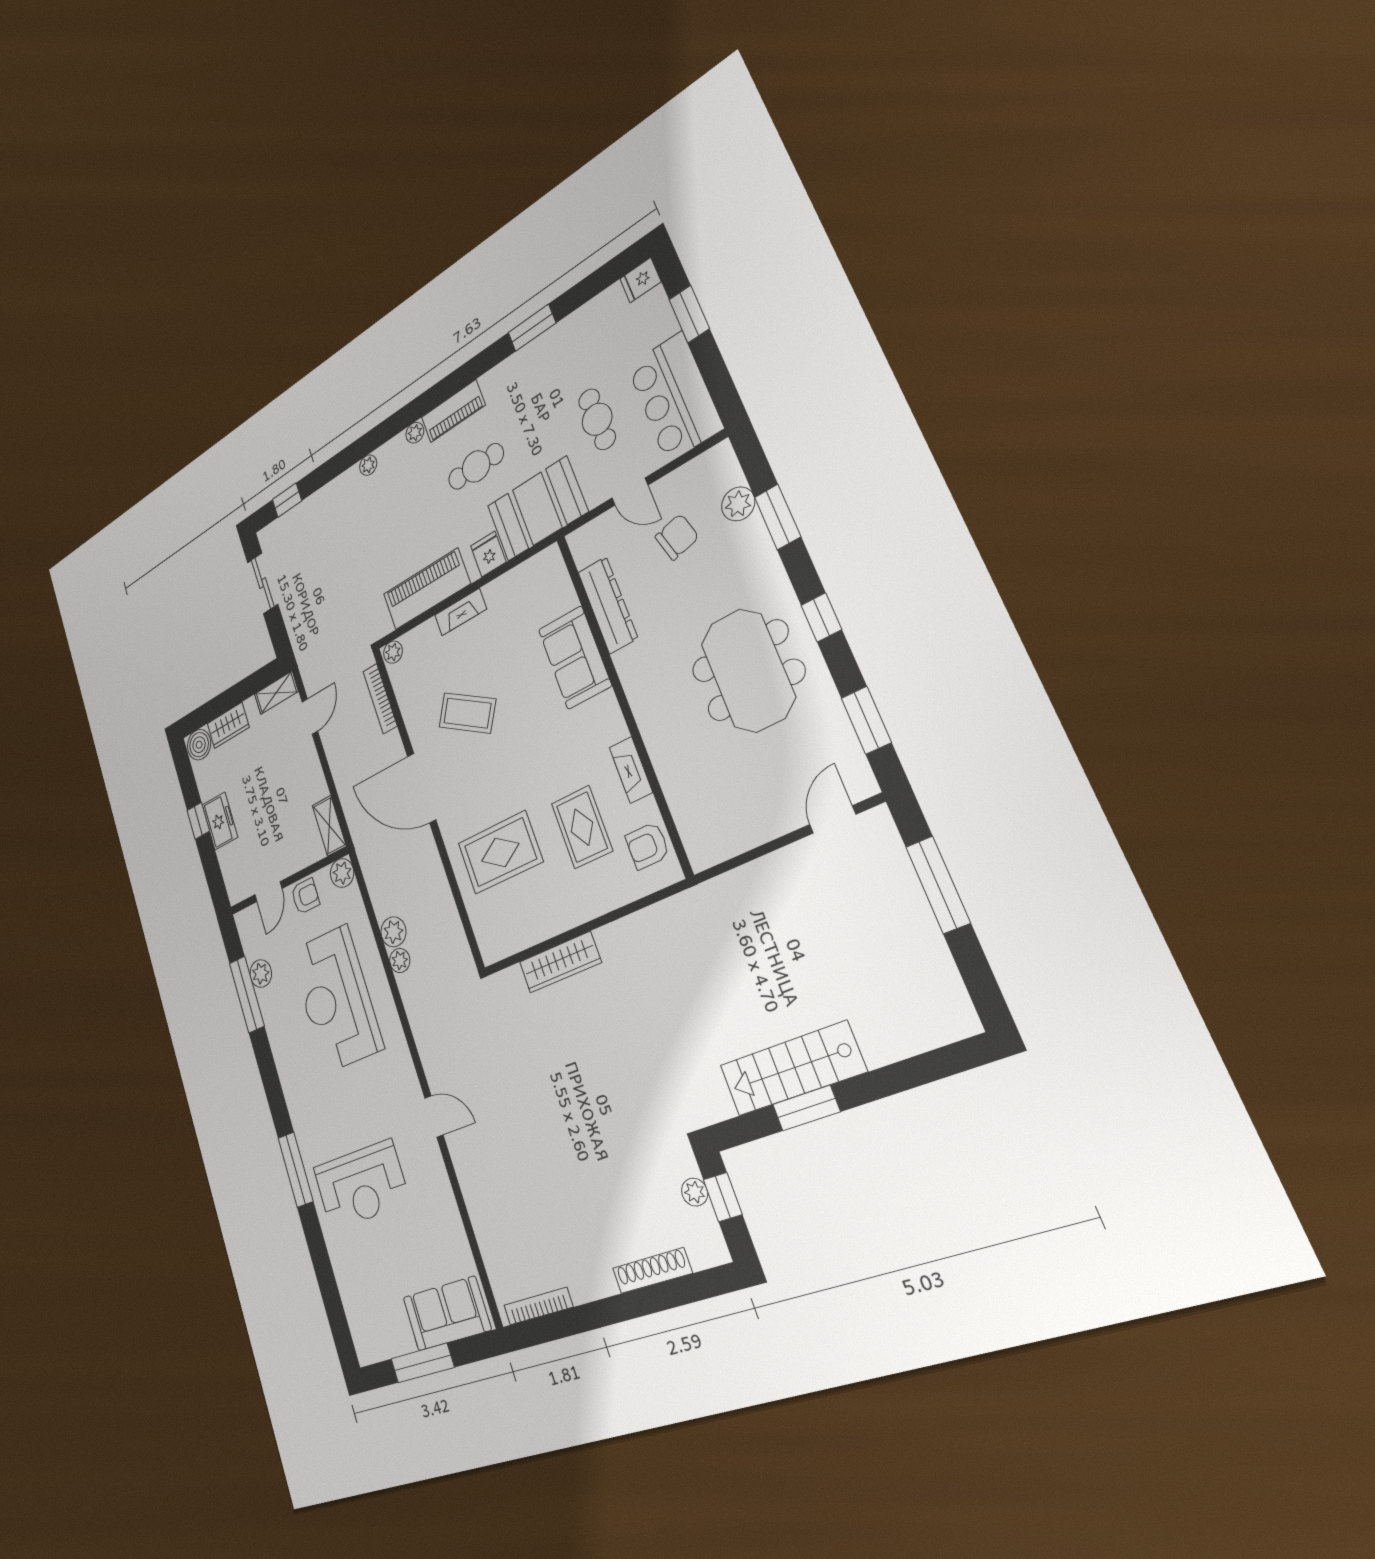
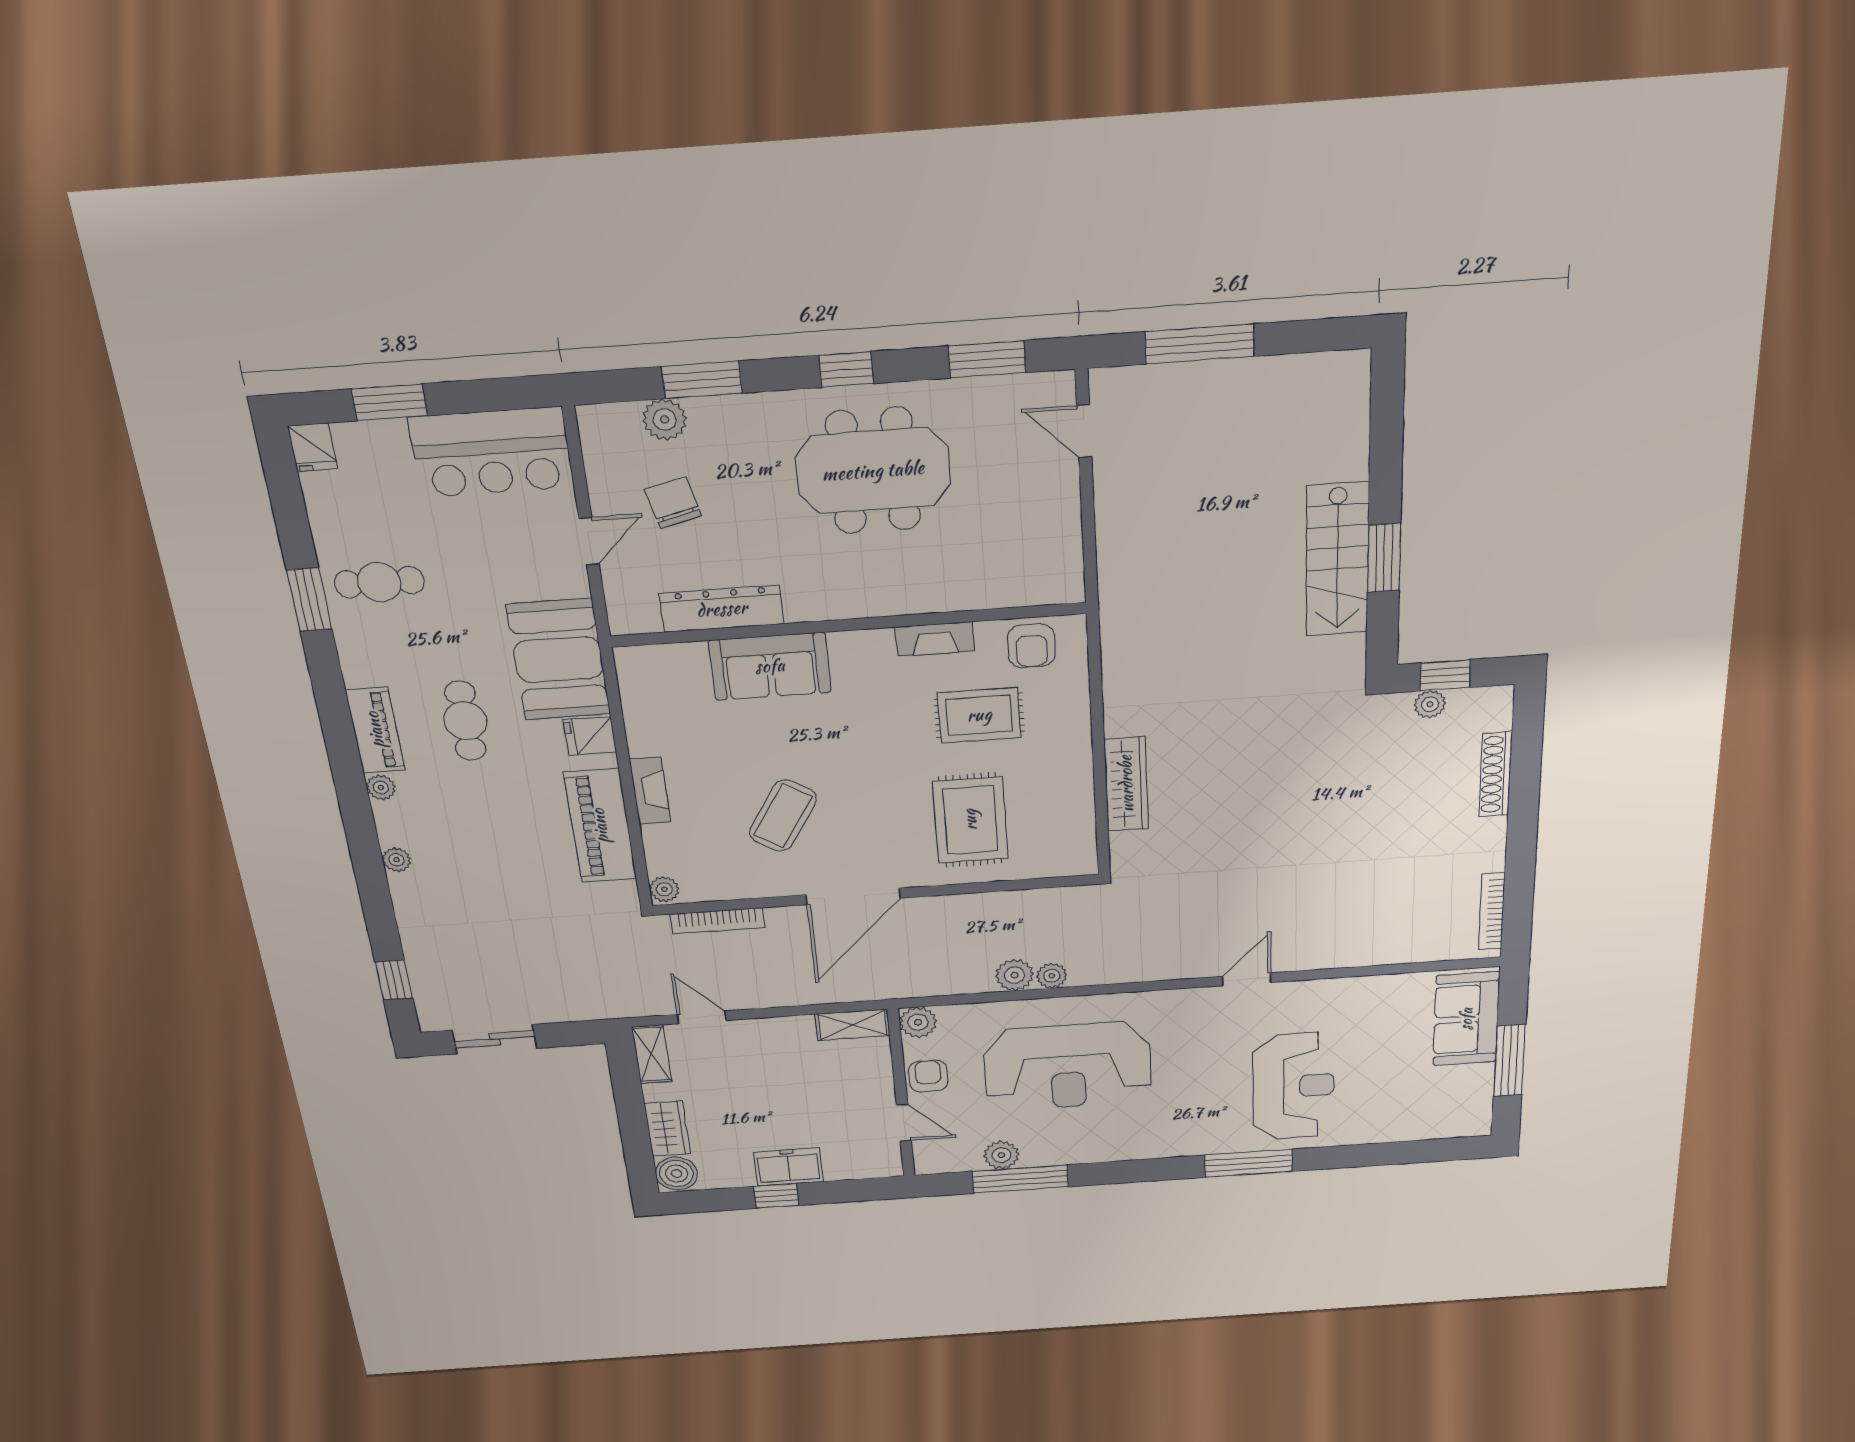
cafe table: (597, 419) -> (379, 582), moved

